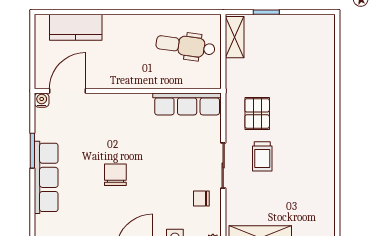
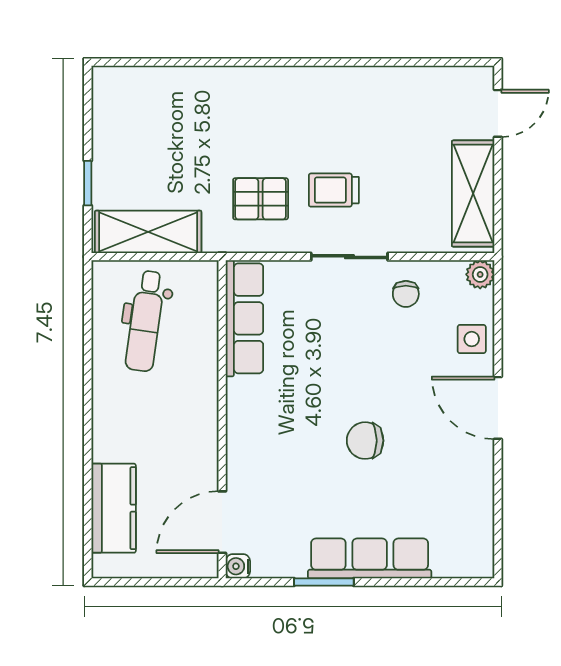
shelving: (235, 37) -> (148, 232), width x1.50, depth x1.33
door: (68, 91) -> (222, 522), hinge flipped
trolley: (262, 156) -> (334, 190), turned 180

